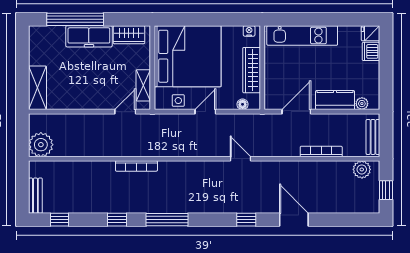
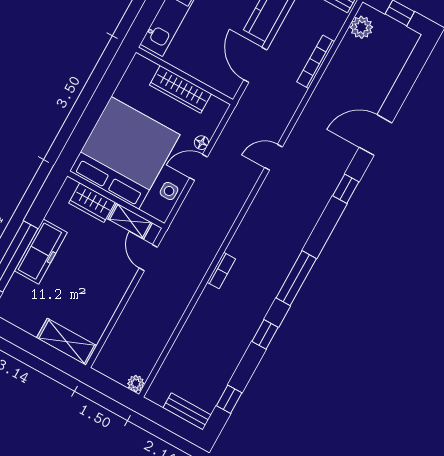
nightstand: (249, 31) -> (135, 68), removed
wardrobe: (129, 35) -> (92, 203), moved, turned 90
floor lamp: (243, 104) -> (201, 143), moved
door: (205, 112) -> (199, 167), hinge flipped
plant: (41, 145) -> (136, 383), width x0.53, depth x0.53
bookcase: (136, 166) -> (221, 271), width x0.64

